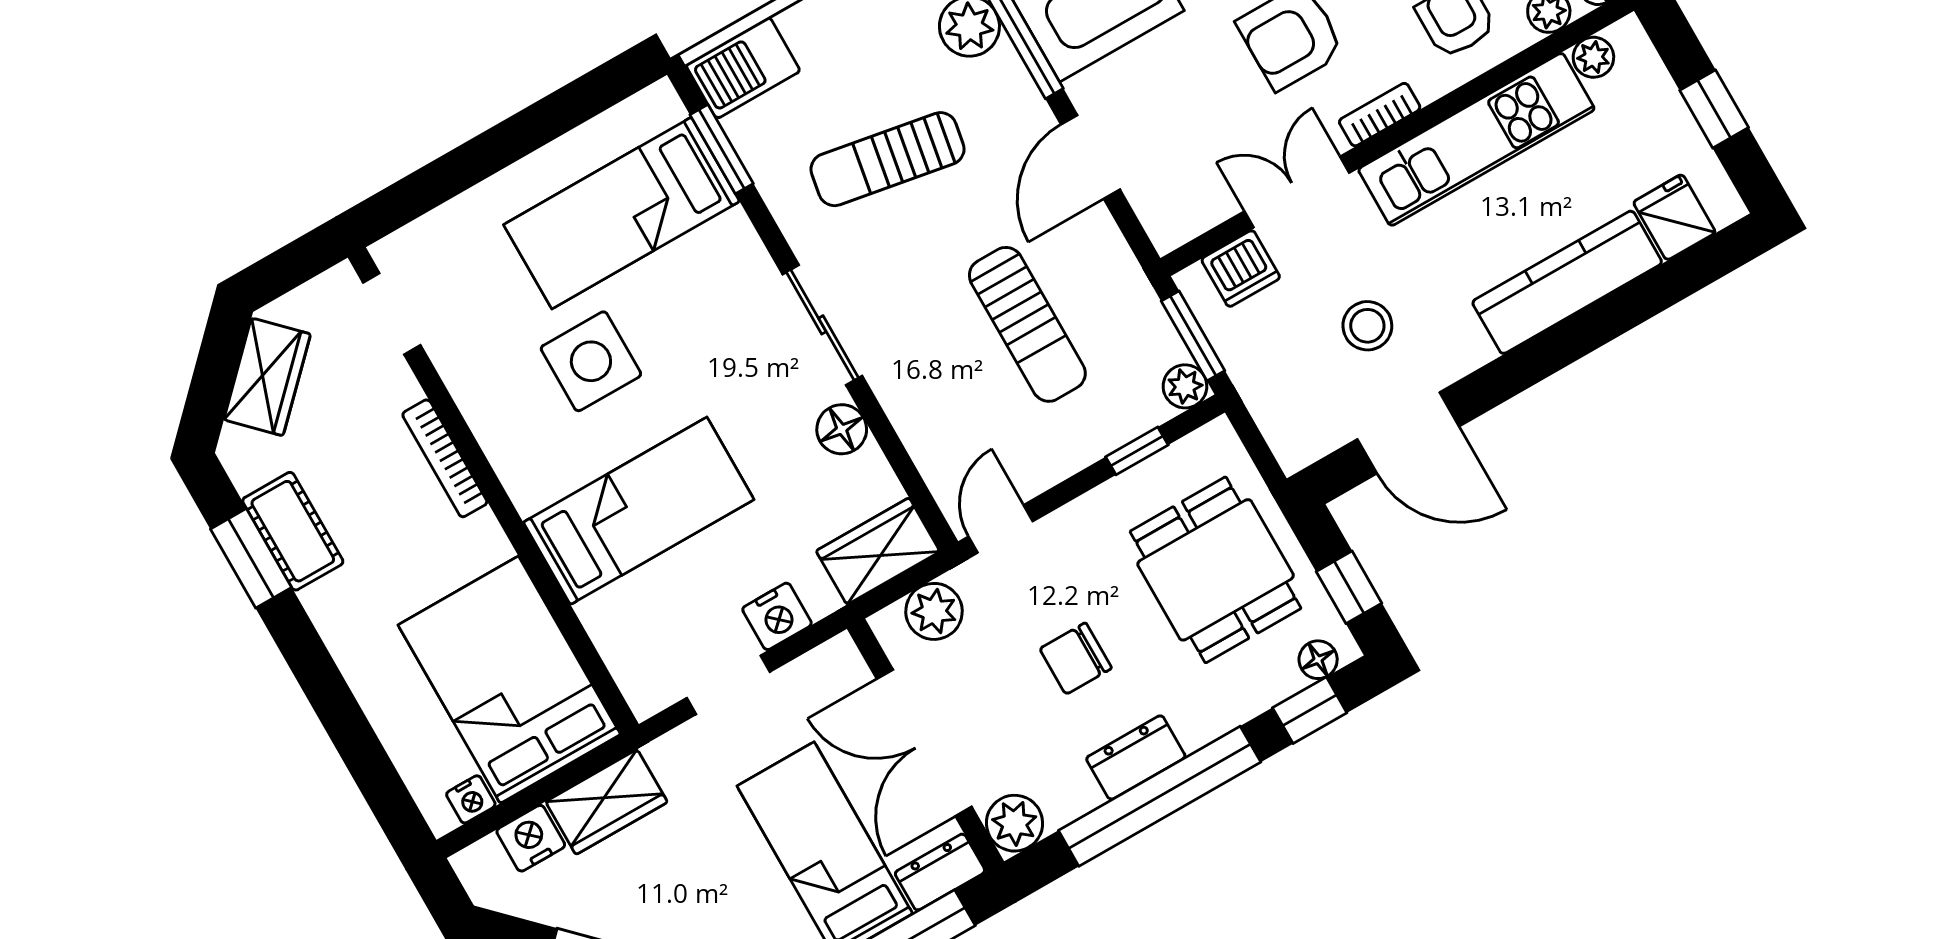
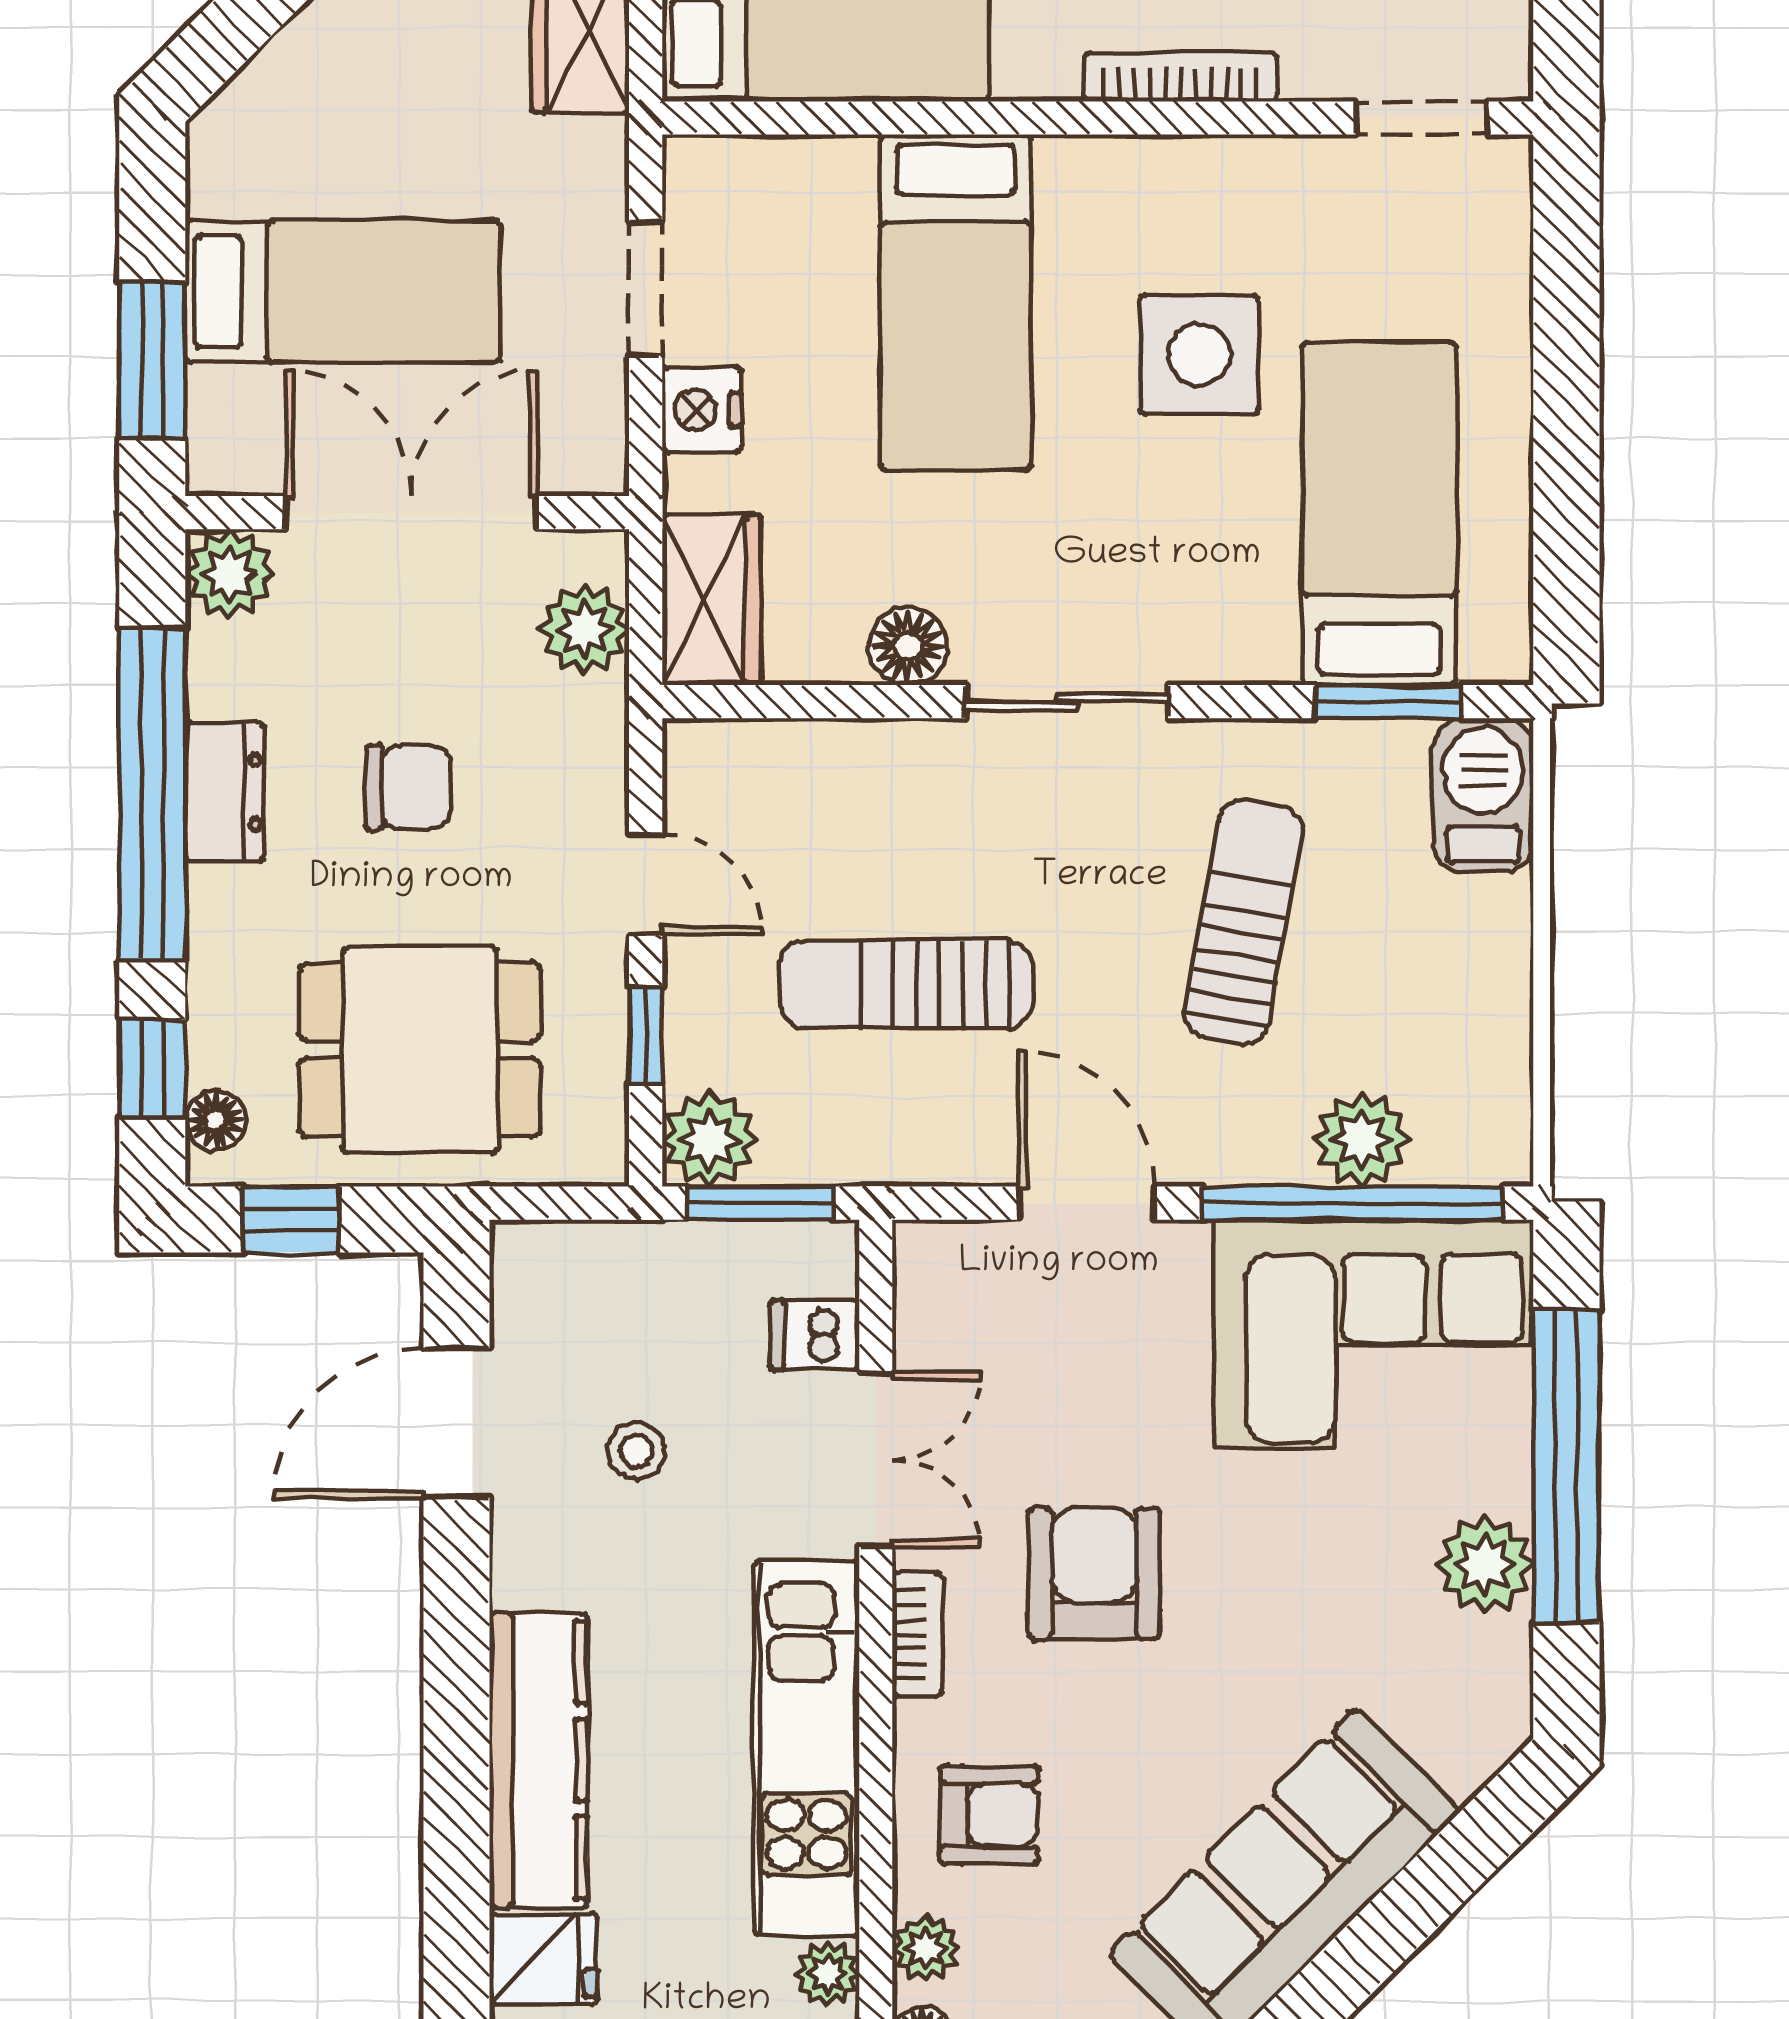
dishwasher: (1241, 269) -> (815, 1335), width x0.73
stool: (1367, 326) -> (636, 1451), width x0.73, depth x0.73
plant: (1185, 386) -> (709, 1139), width x1.38, depth x1.38
door: (1001, 529) -> (646, 884), moved
chair: (1076, 658) -> (408, 787), turned 90
dresser: (940, 872) -> (221, 432), removed

